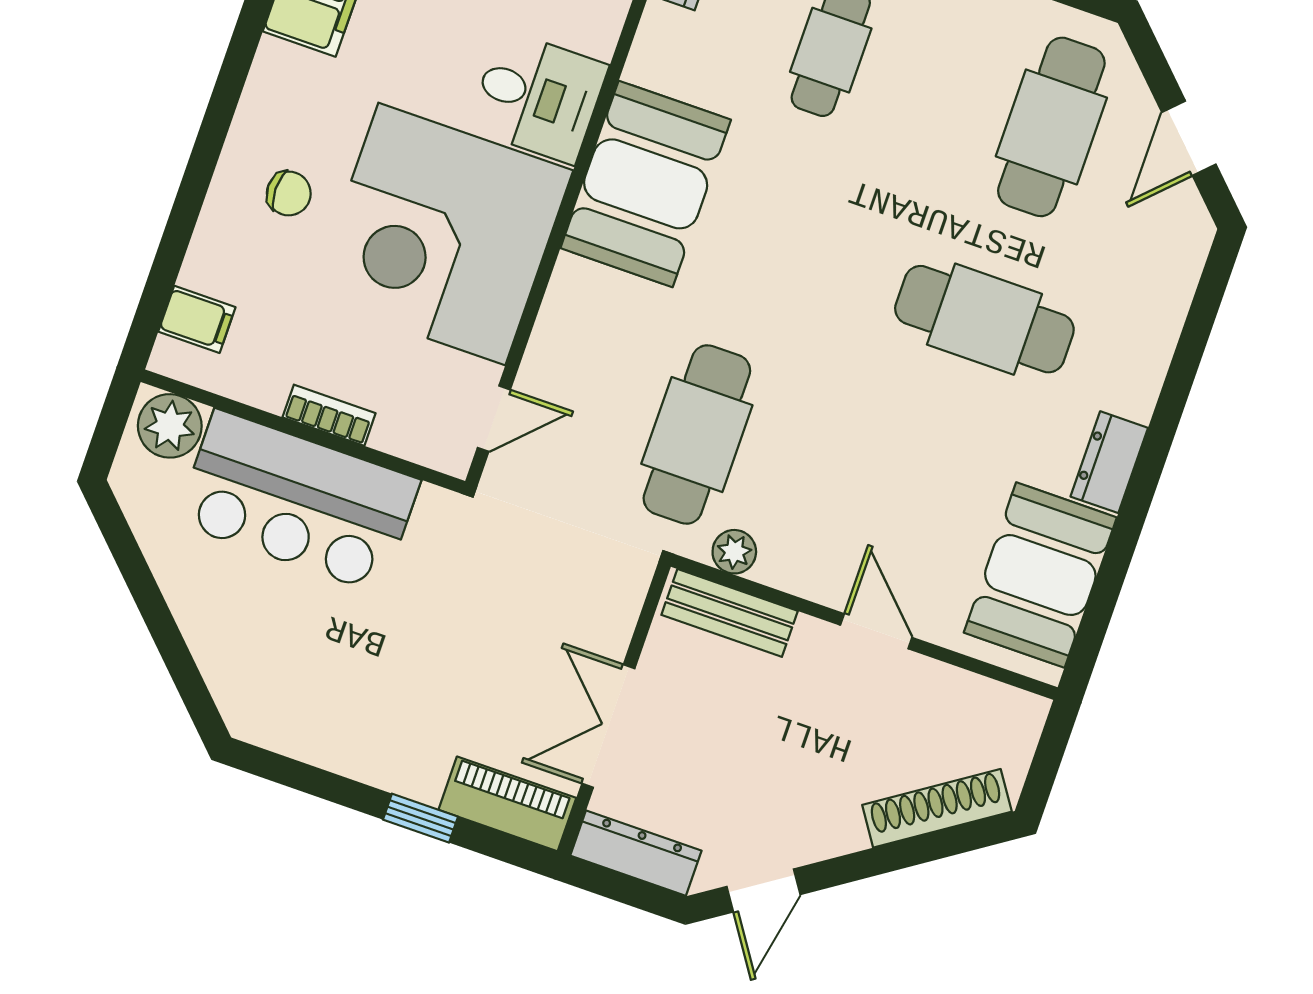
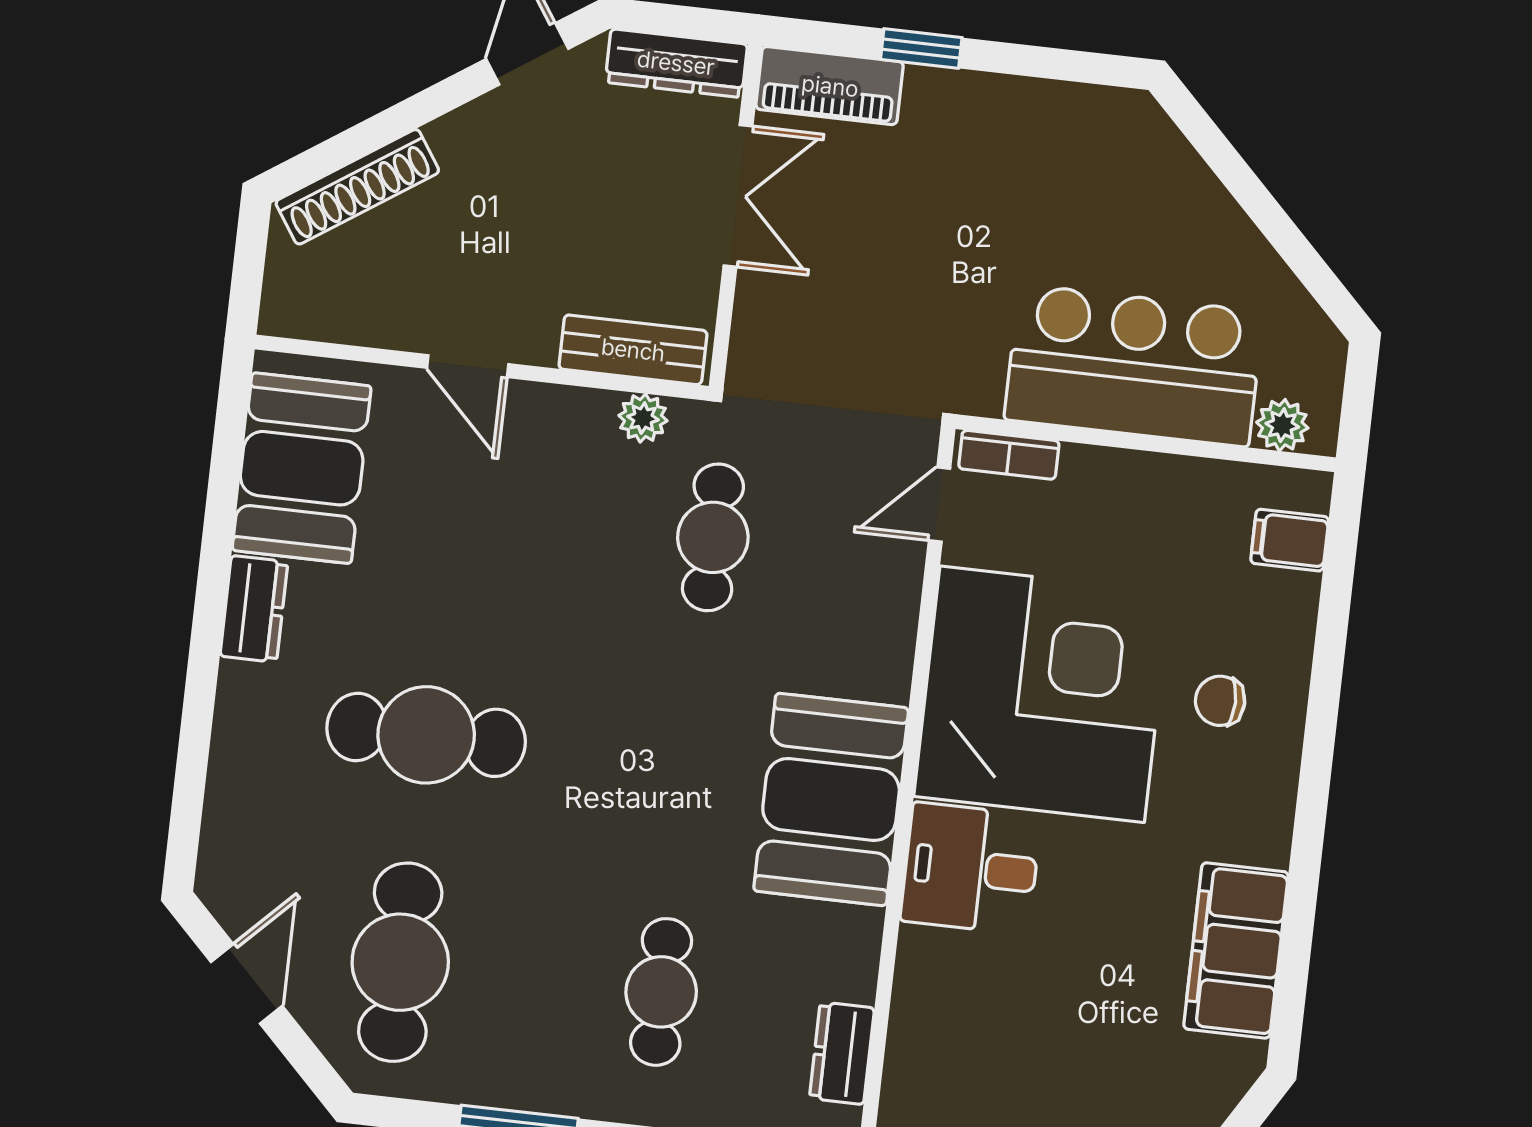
bookcase: (329, 415) -> (1009, 455), moved
plant: (170, 426) -> (1282, 425), width x0.73, depth x0.73
cafe table: (697, 435) -> (713, 537), width x0.73, depth x0.74

